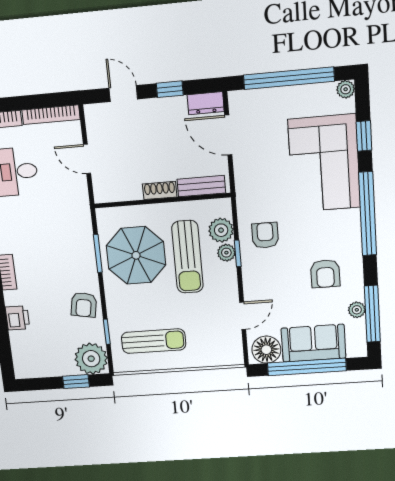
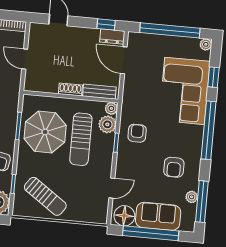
window: (170, 89) -> (106, 24), moved
plant: (226, 253) -> (111, 108), moved
sun lounger: (154, 341) -> (45, 196), turned 35

